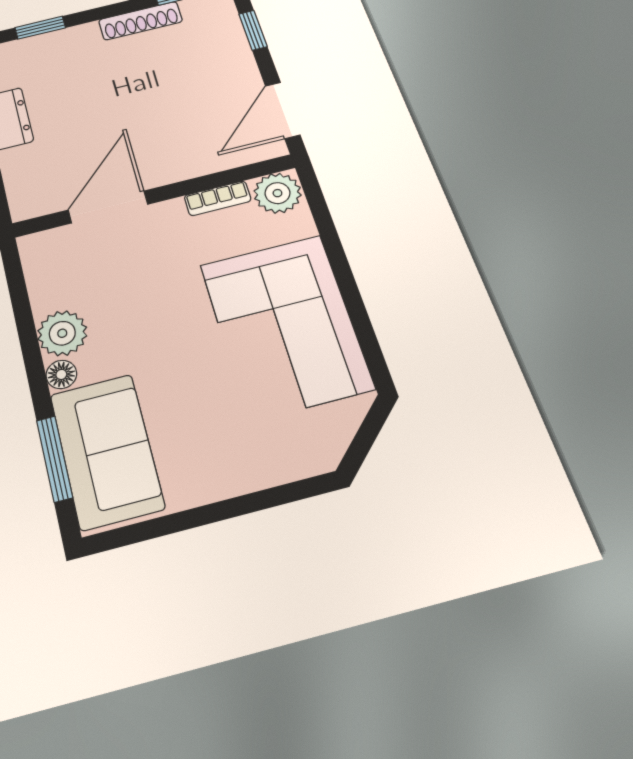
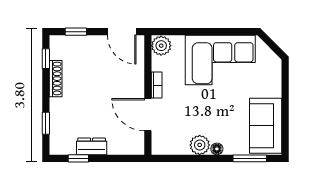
bookcase: (218, 198) -> (157, 85), moved
sofa: (107, 451) -> (266, 126), moved, turned -90

